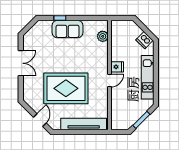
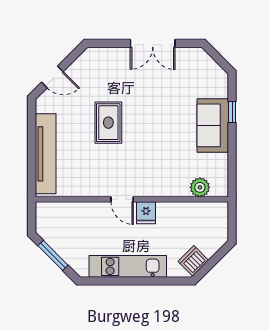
rug: (66, 88) -> (108, 123), width x0.54, depth x0.49

